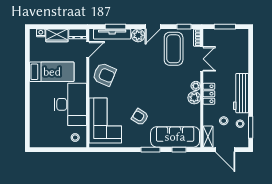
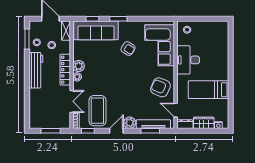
door: (88, 49) -> (176, 110), hinge flipped
double door: (202, 59) -> (72, 101), swing flipped
locker: (209, 94) -> (65, 70), width x1.53
desk: (70, 104) -> (188, 60), width x0.73, depth x0.77

